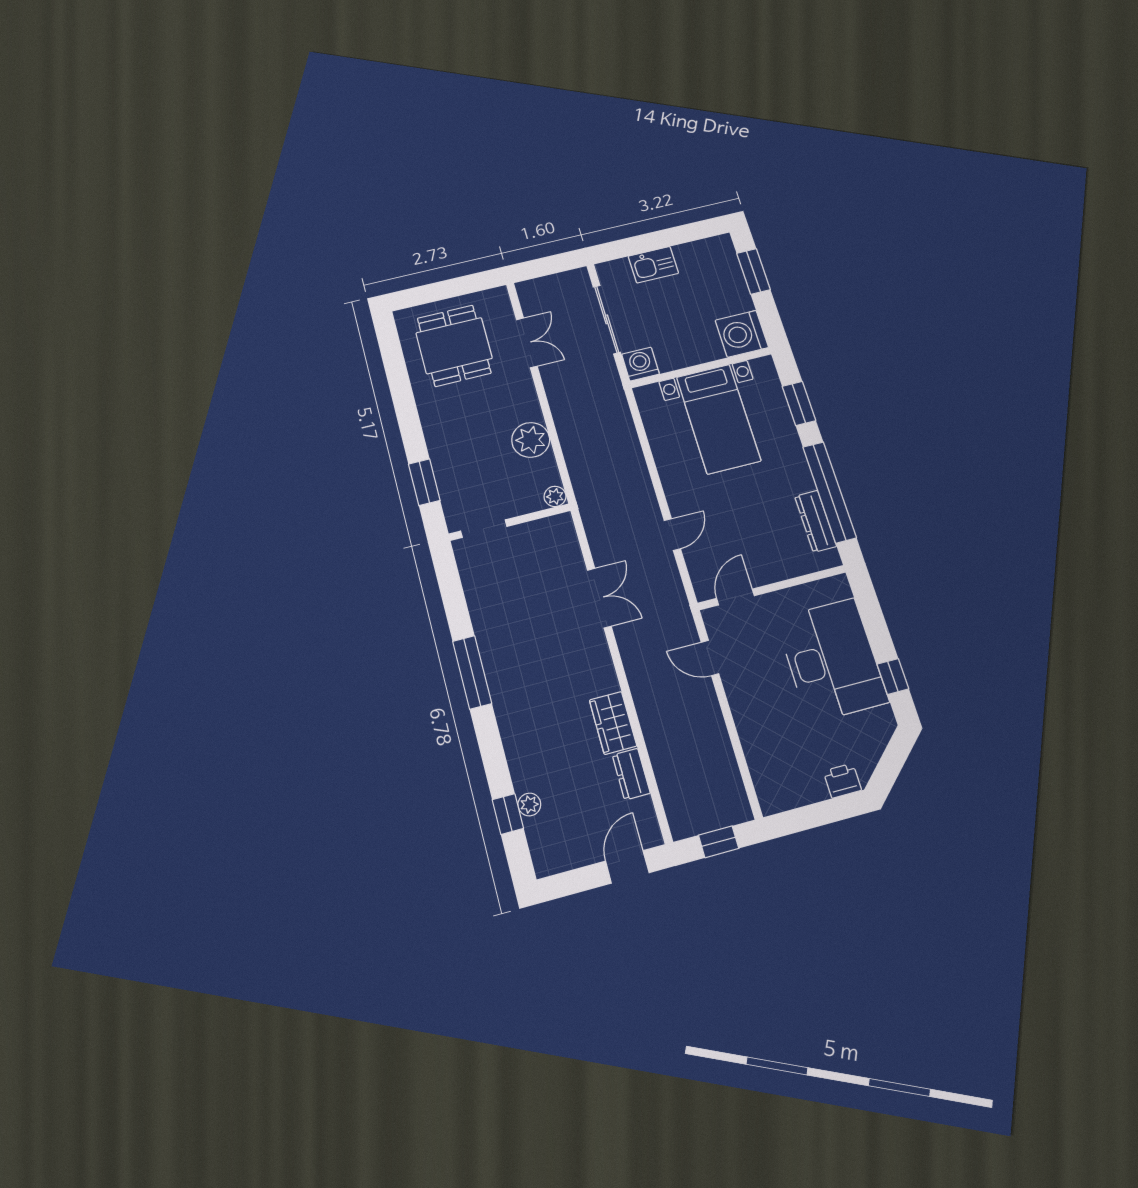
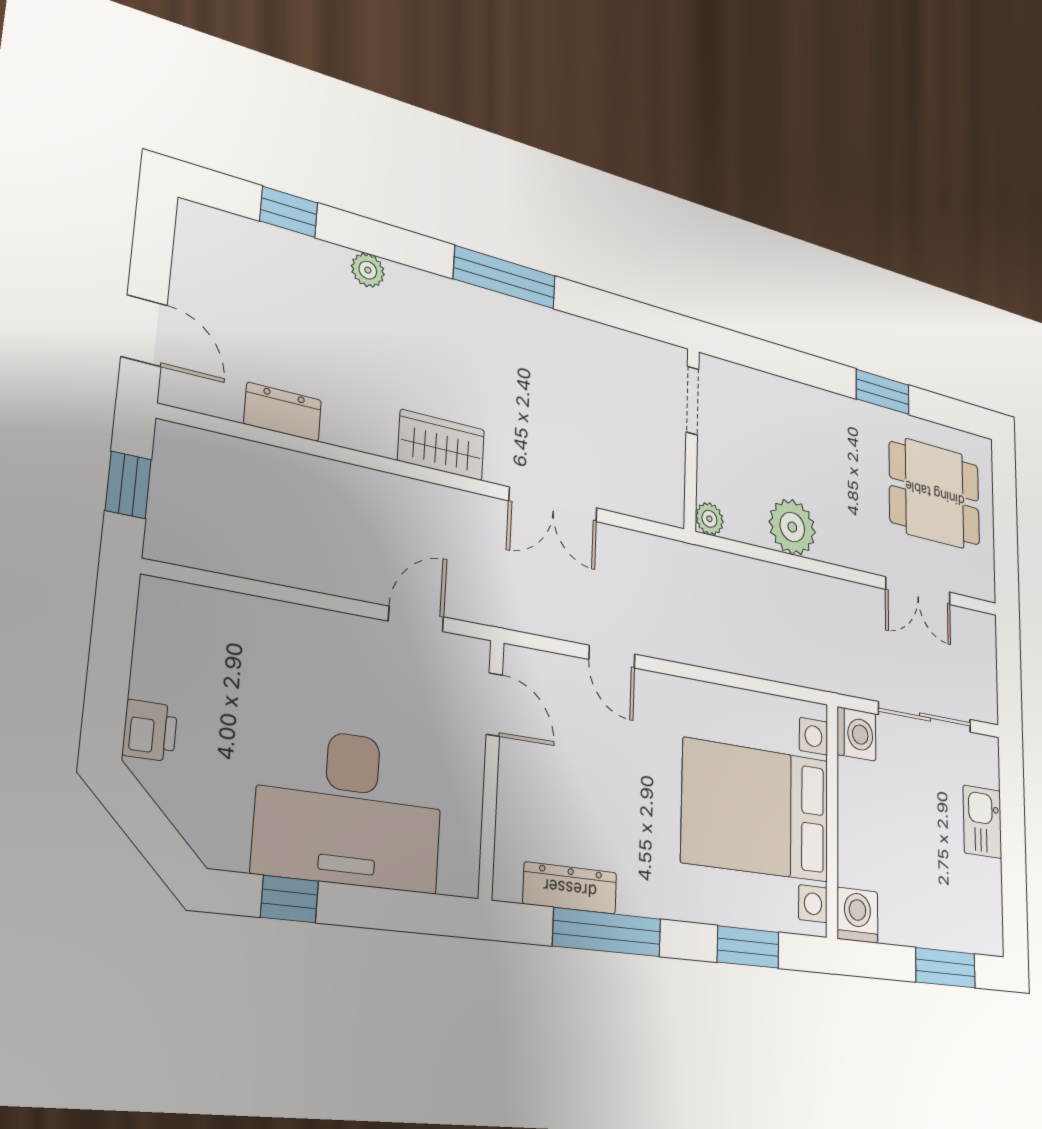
washing machine: (742, 334) -> (857, 915), width x0.73, depth x0.73
bed with nightstands: (718, 419) -> (756, 810), width x1.36
window: (424, 482) -> (883, 392), moved
window: (829, 492) -> (607, 932), width x0.68
wardrobe: (613, 723) -> (441, 445), moved
plant: (529, 805) -> (368, 270), moved

